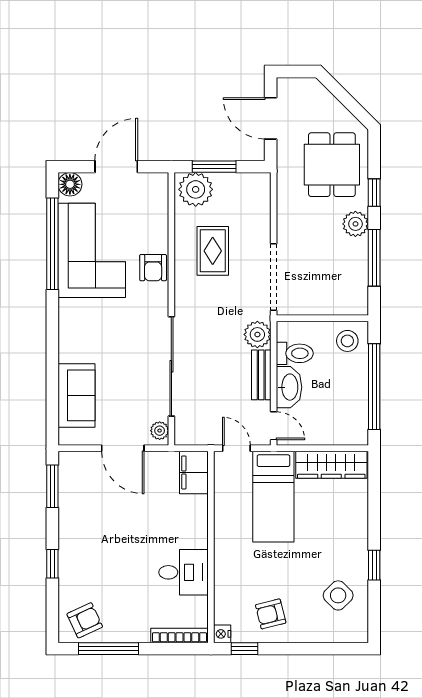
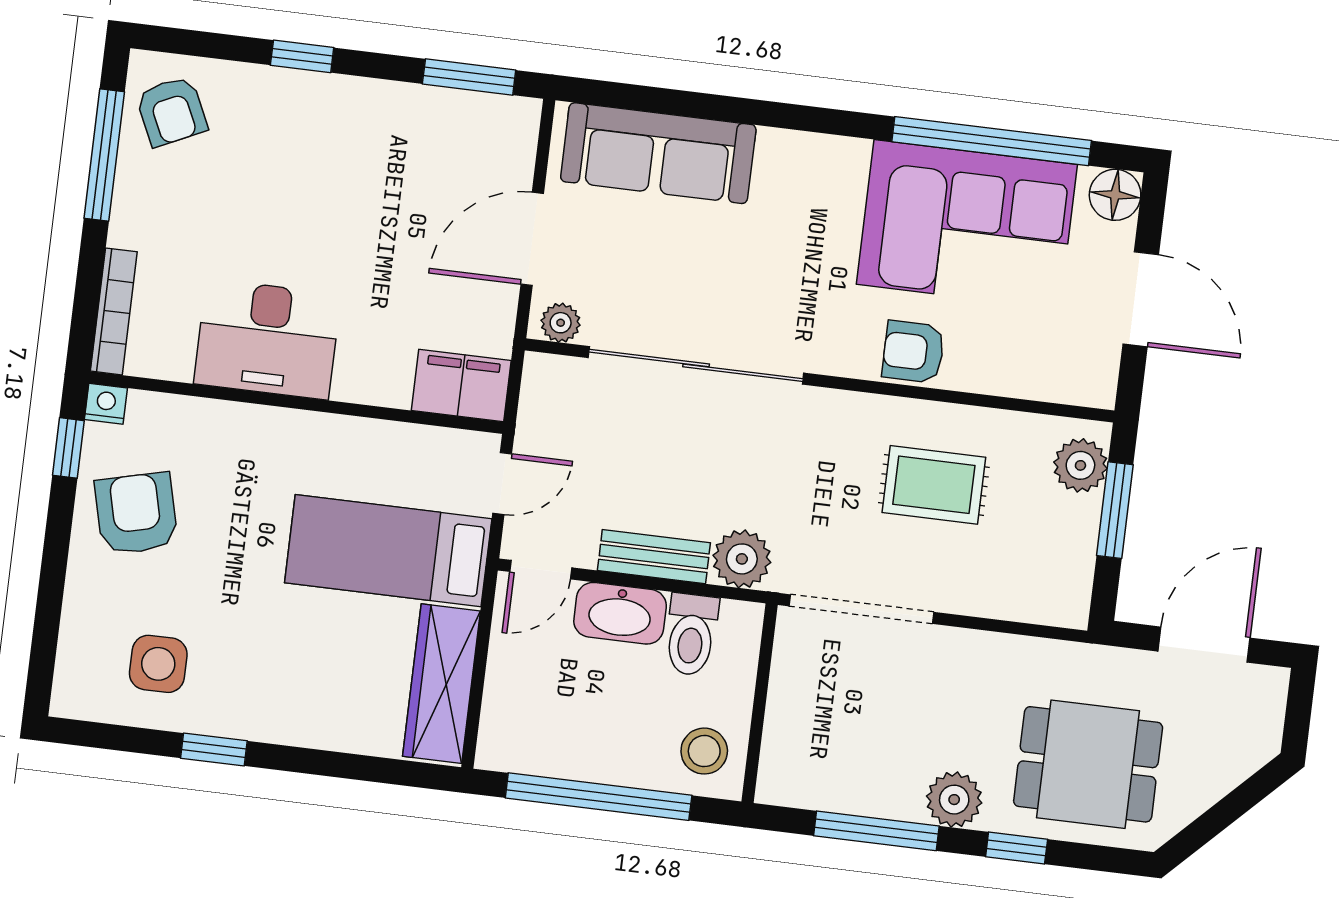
plant: (196, 189) -> (1080, 465), width x0.73, depth x0.73
sofa: (77, 395) -> (658, 153), width x1.36
desk: (184, 572) -> (267, 339), width x1.37
side table: (338, 595) -> (158, 664), turned 45
armchair: (271, 614) -> (136, 514), width x1.38, depth x1.38

